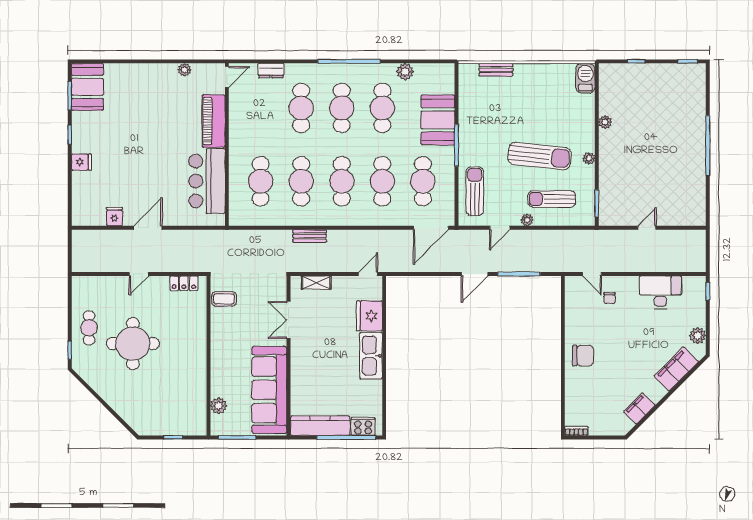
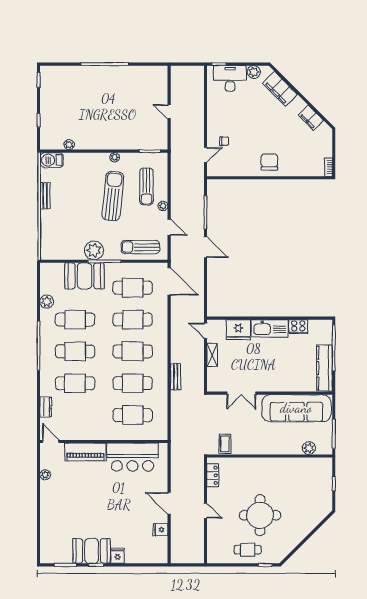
bench: (496, 70) -> (45, 196), moved
booth: (87, 87) -> (92, 551), moved
plant: (605, 122) -> (69, 145), moved
plant: (470, 132) -> (94, 250), added
shelving: (316, 283) -> (212, 355), moved
desk: (660, 292) -> (230, 78), moved, turned 90
cooker: (363, 426) -> (298, 327), moved, turned -90

